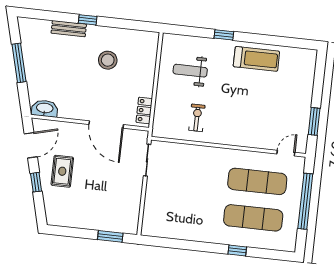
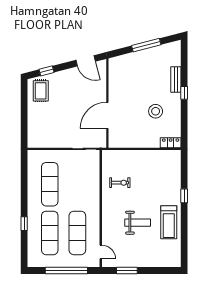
weight bench: (190, 71) -> (138, 223), moved, turned 90
washbasin: (45, 108) -> (114, 68), removed
locker: (144, 110) -> (171, 143), moved
rug: (62, 171) -> (41, 91), moved, turned 90
window: (36, 182) -> (47, 71), moved
exercise mat: (189, 211) -> (50, 184), added
window: (110, 236) -> (24, 128), removed

